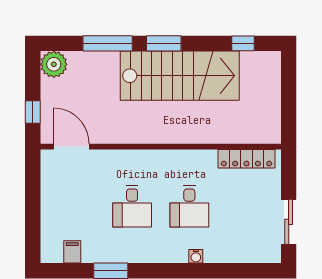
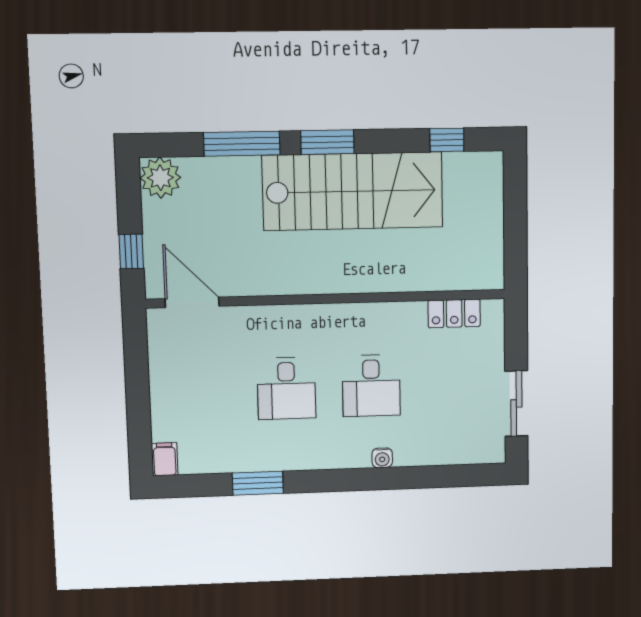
locker: (247, 159) -> (454, 313), width x0.66
filing cabinet: (72, 252) -> (165, 459), moved

